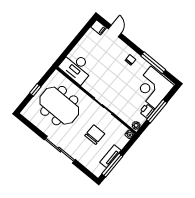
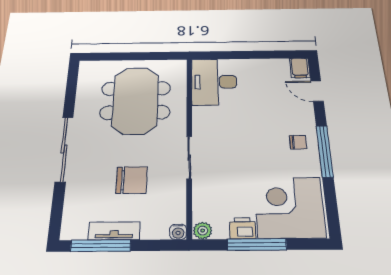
door: (115, 31) -> (317, 91), swing flipped
window: (153, 63) -> (325, 151), moved
window: (35, 90) -> (132, 56), removed

